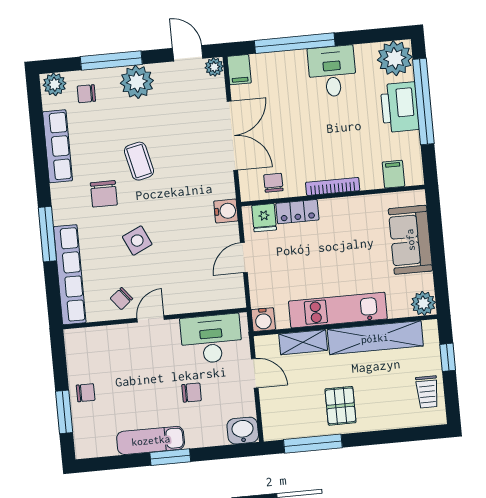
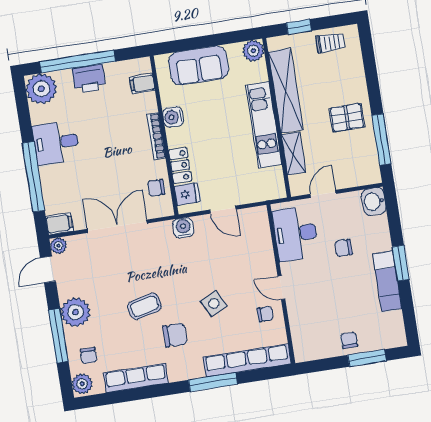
printer: (400, 107) -> (89, 79), width x0.73, depth x0.84
chair: (121, 298) -> (265, 314), turned -51
water cooler: (263, 320) -> (173, 117), moved, turned 180
chair: (192, 393) -> (343, 248), turned -90

